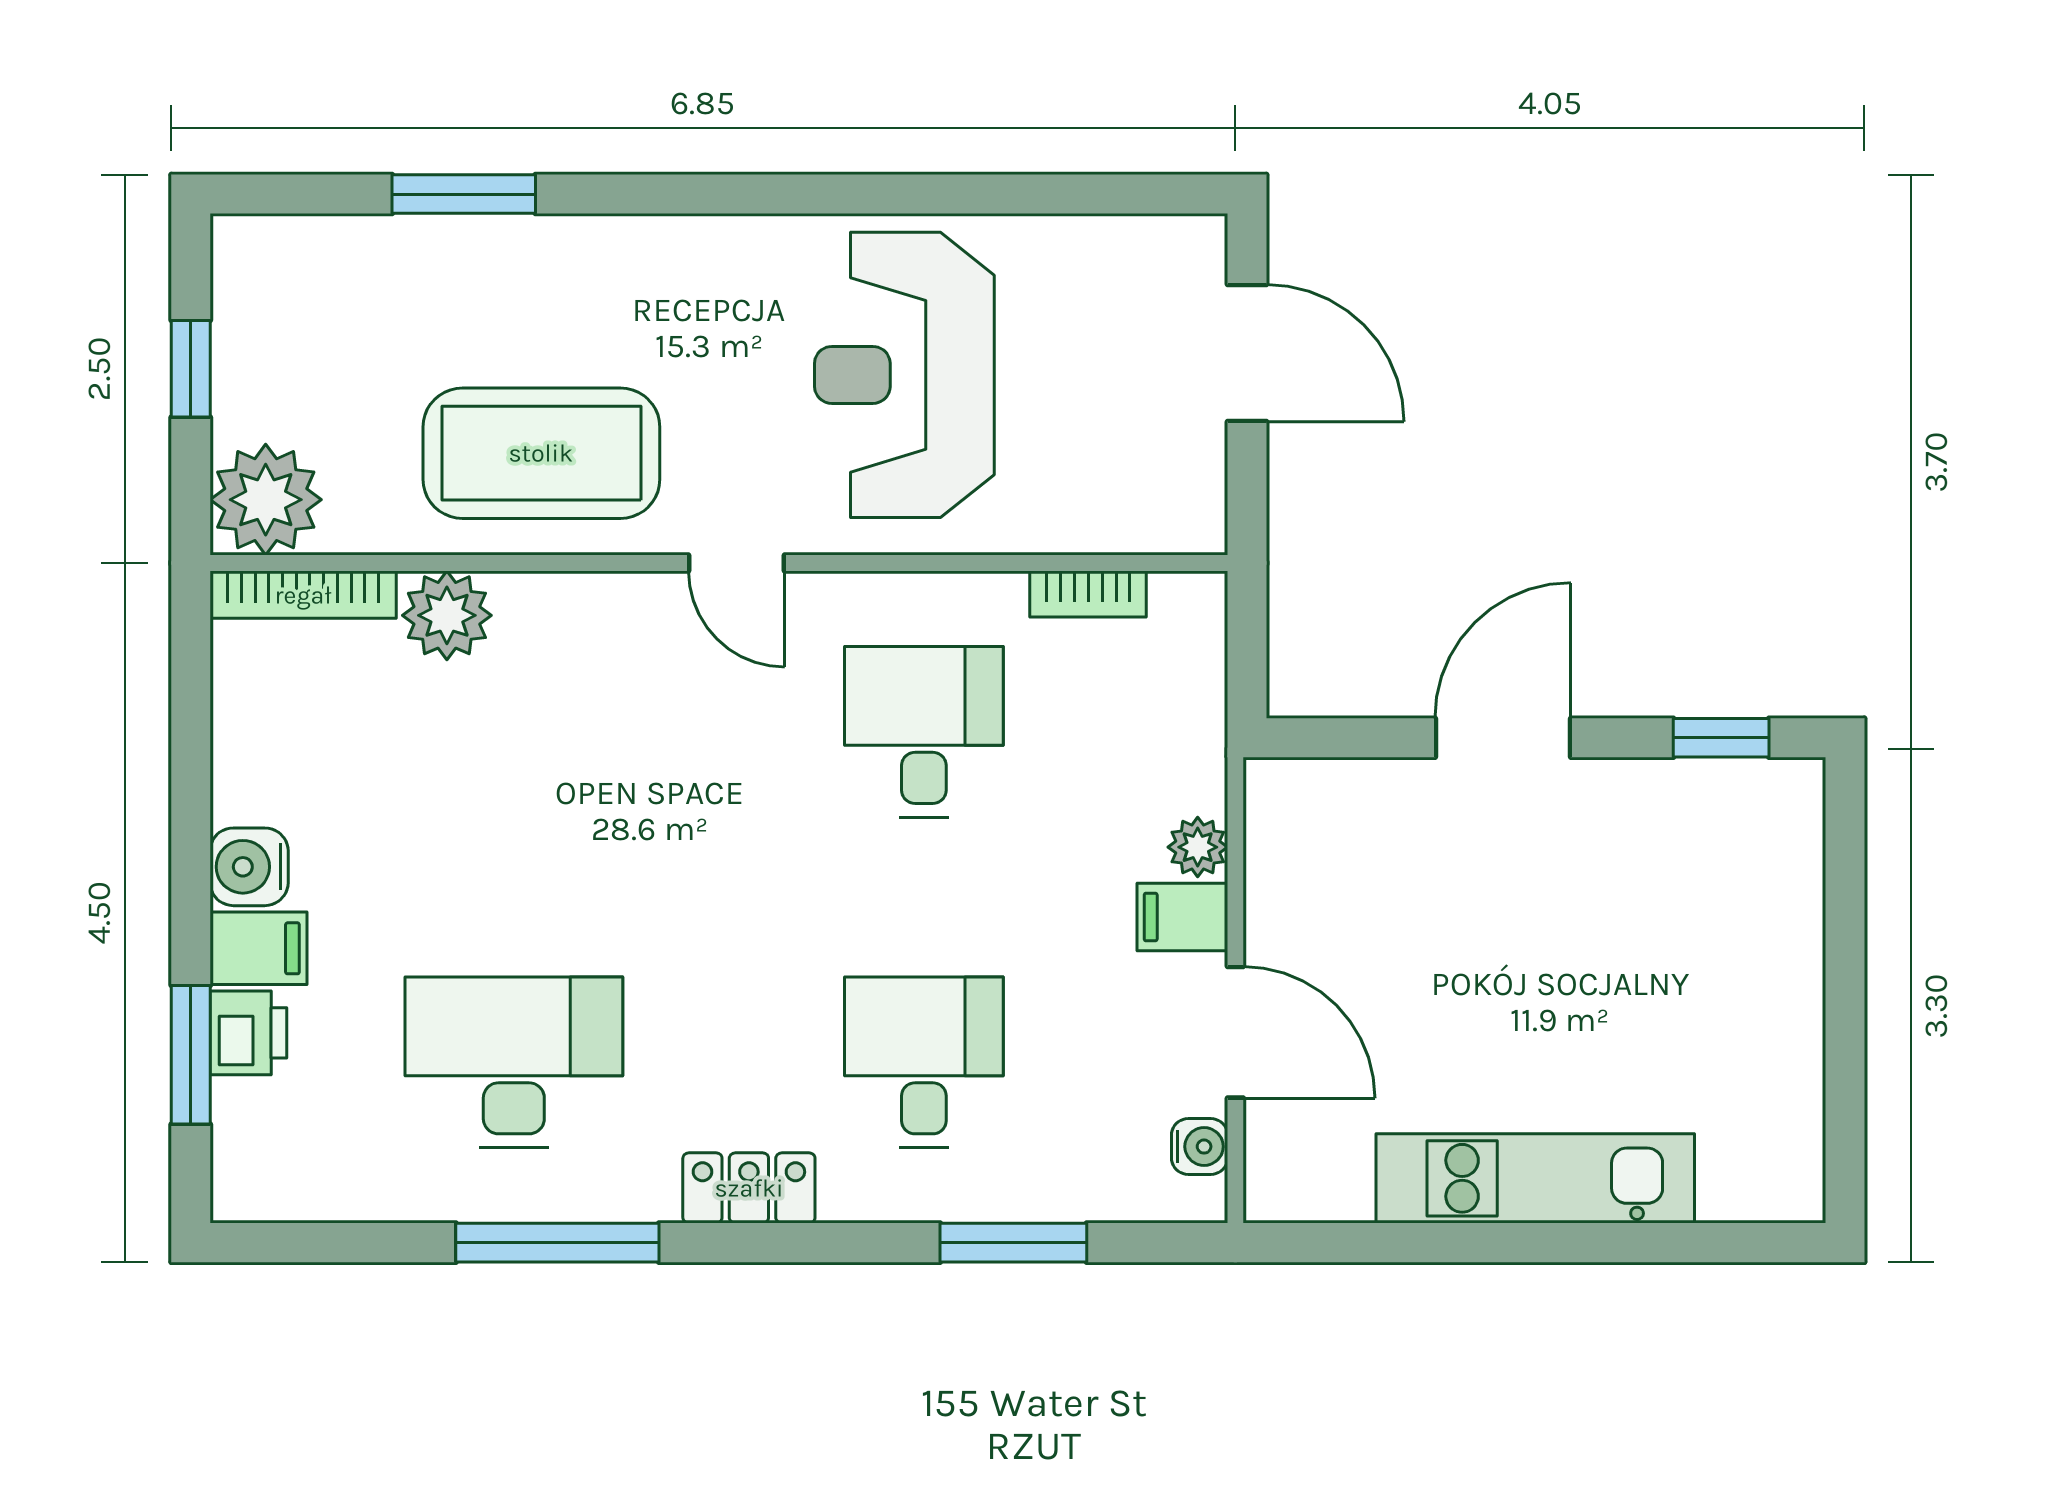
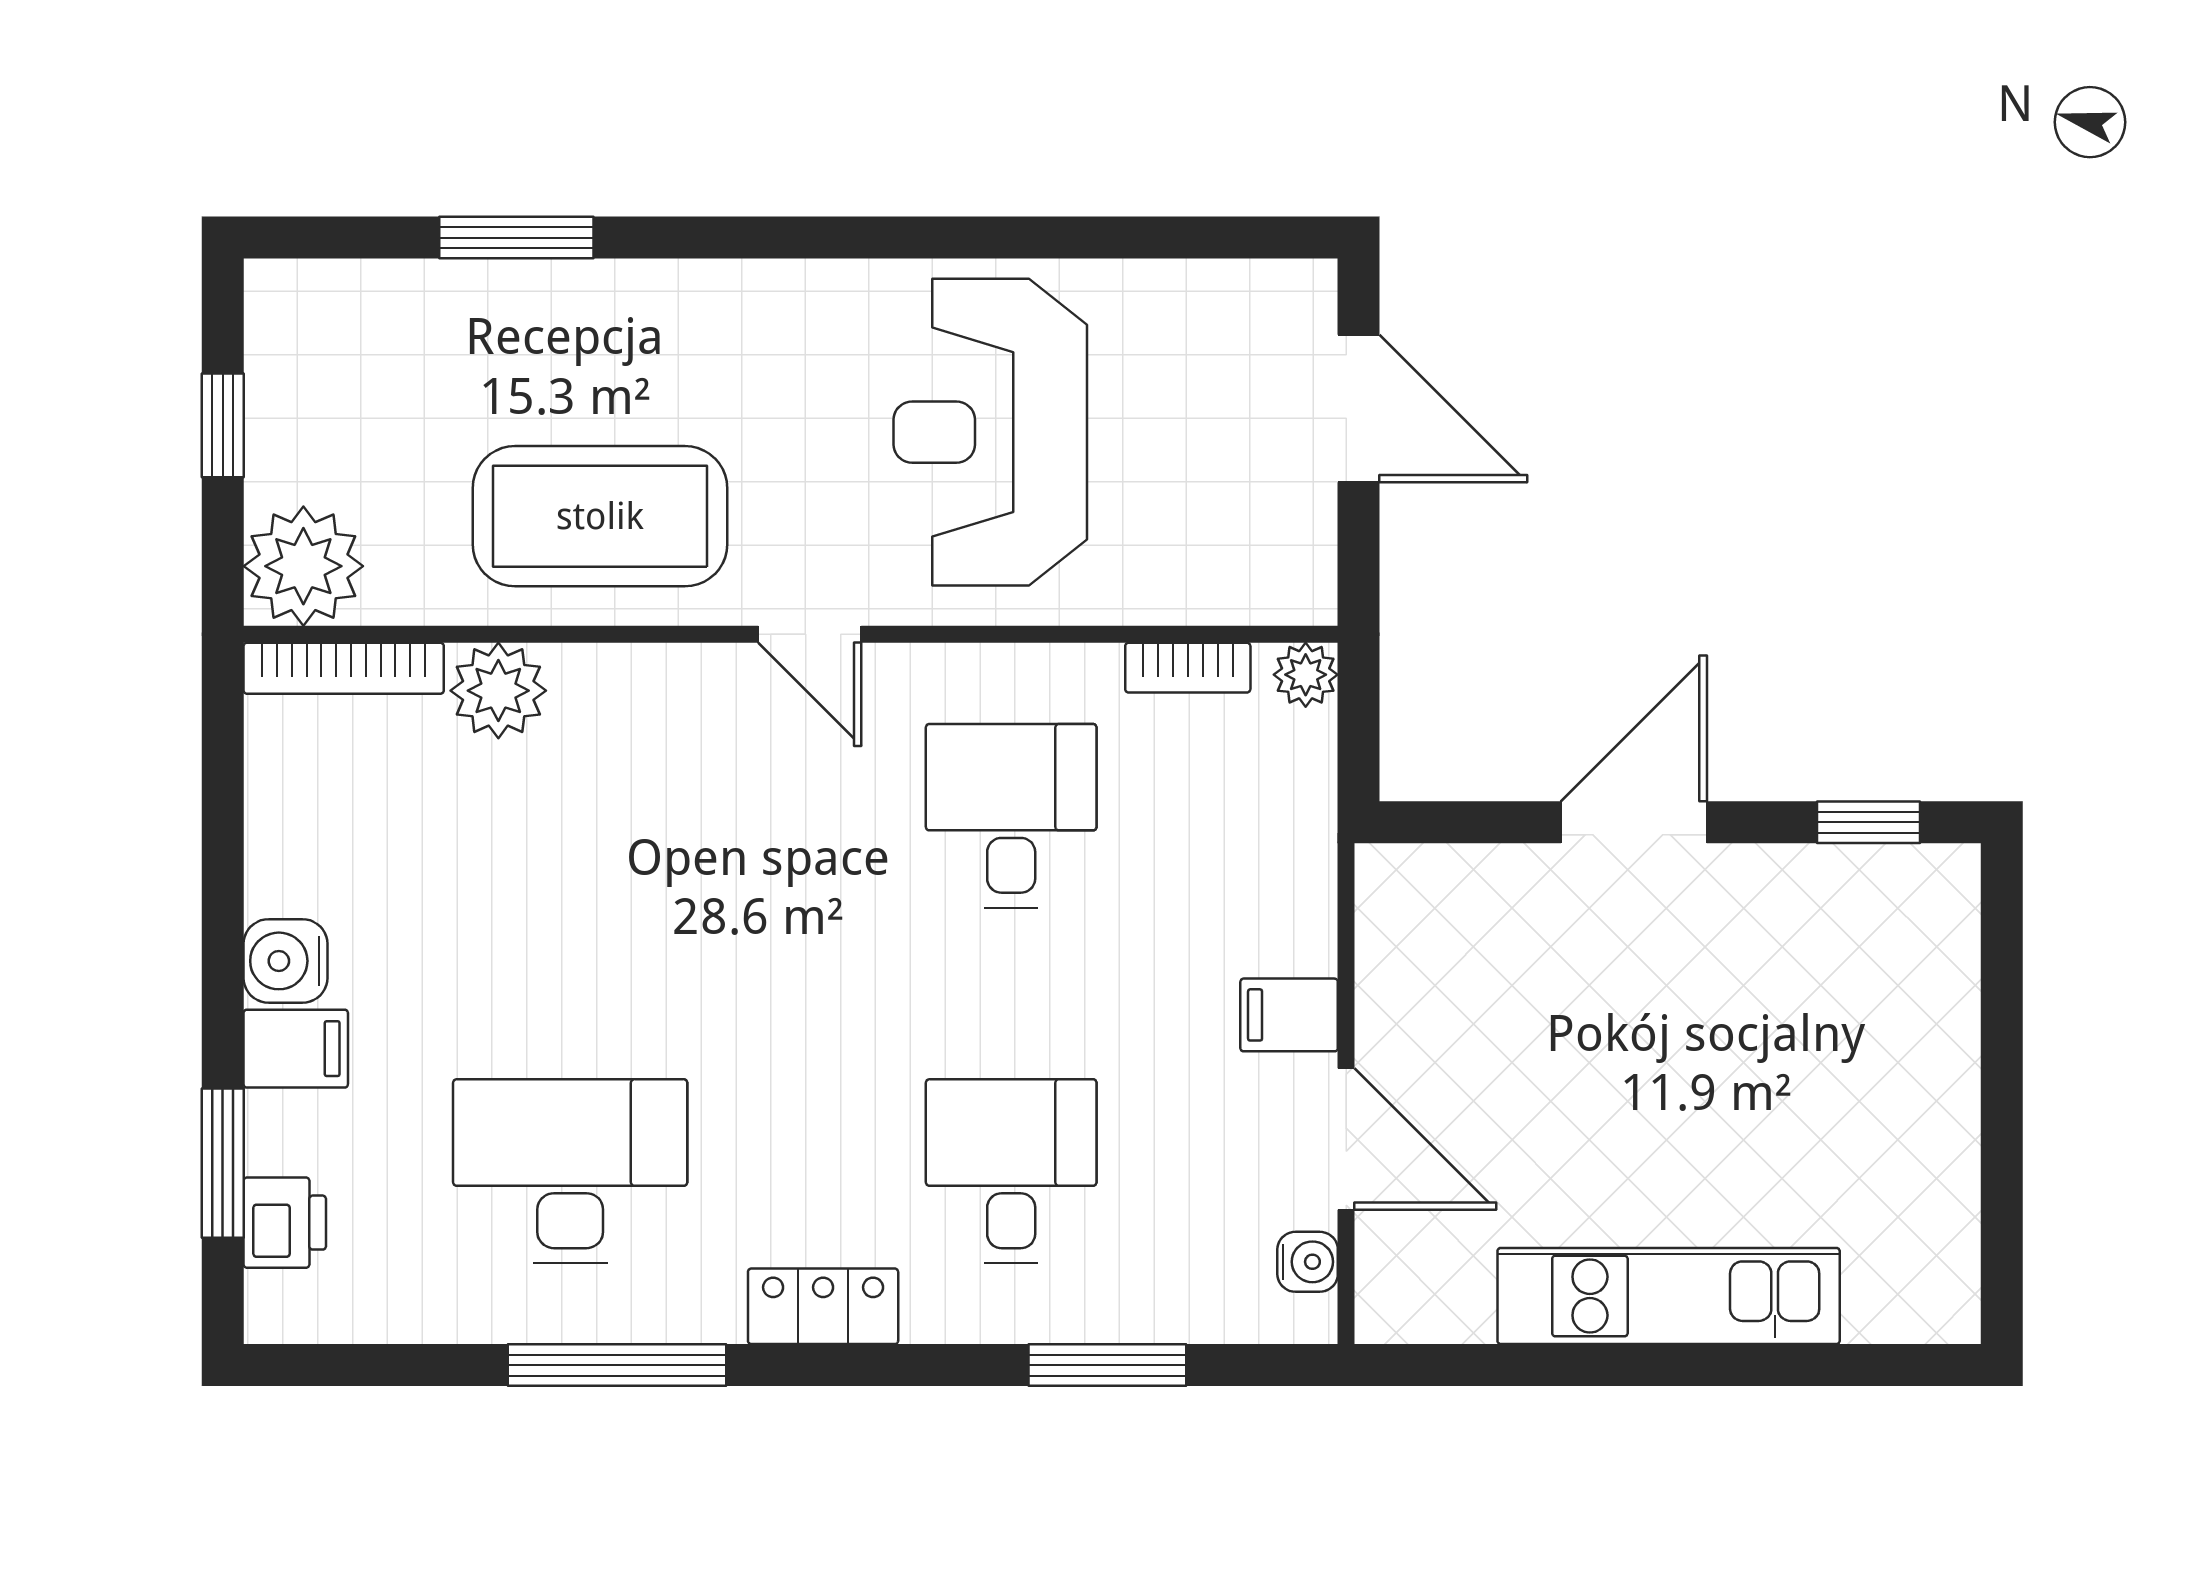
plant: (1198, 847) -> (1306, 675), moved
printer: (248, 1033) -> (285, 1223), moved

